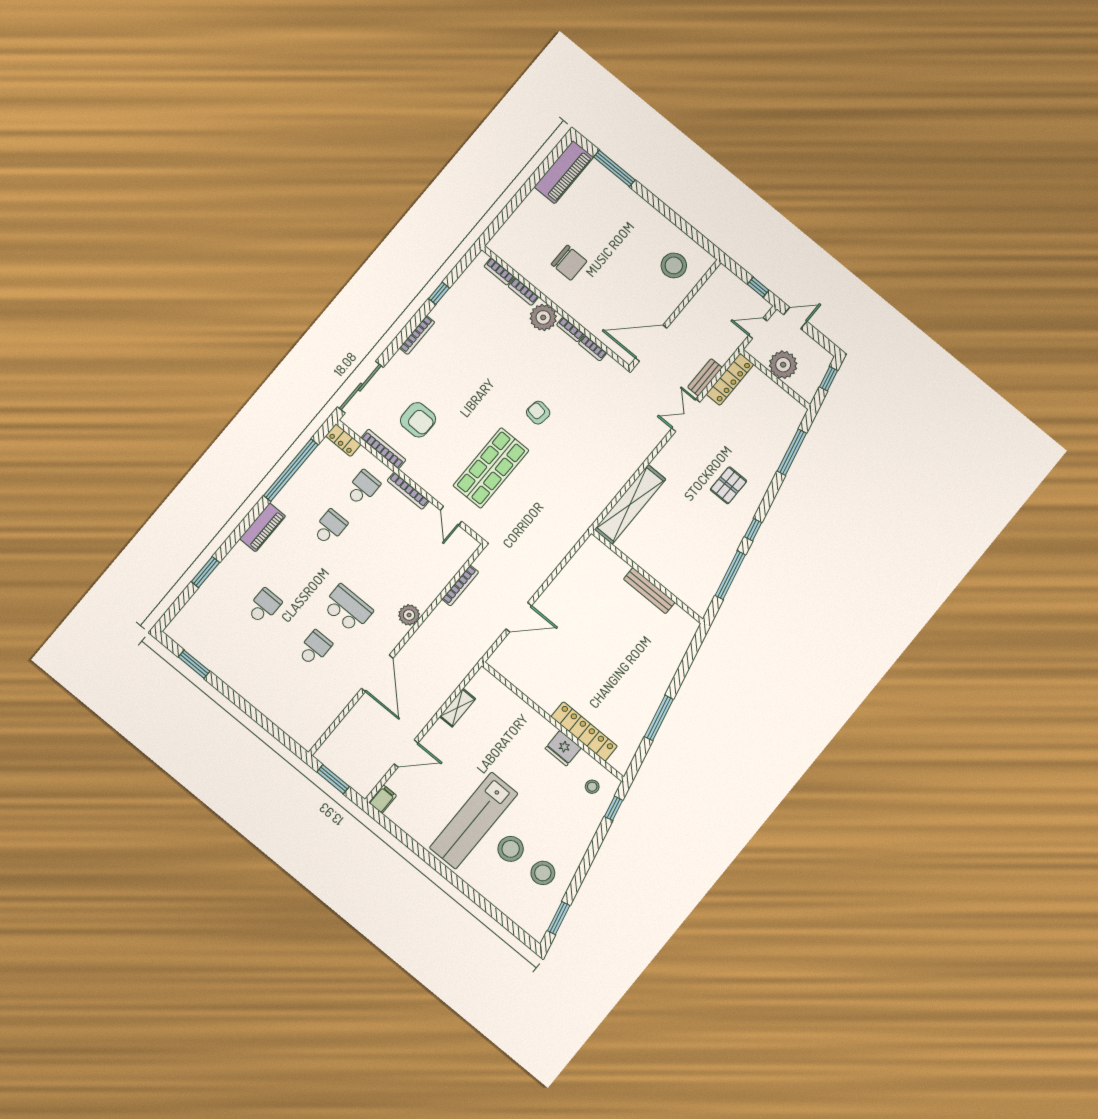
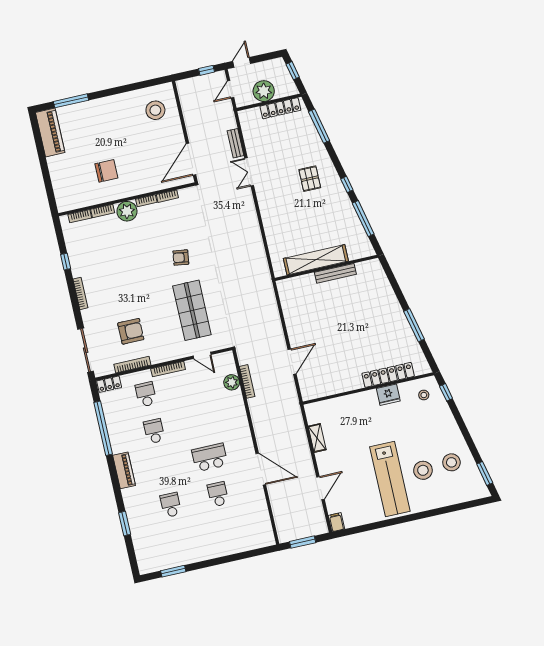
locker: (730, 379) -> (280, 108), moved, turned 90
shelving: (630, 504) -> (316, 260), moved, turned 90
plant: (409, 615) -> (232, 382), moved

